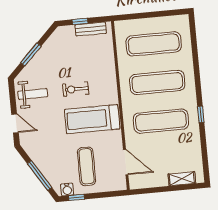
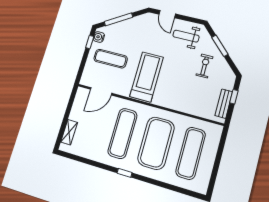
exercise mat: (157, 82) -> (156, 143), width x1.47
exercise bike: (76, 89) -> (205, 66), moved
weight bench: (33, 94) -> (186, 36), turned 90
window: (201, 114) -> (125, 173), moved
door: (15, 123) -> (167, 14), hinge flipped

